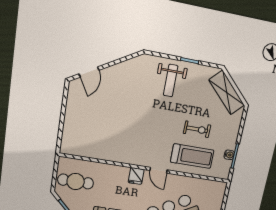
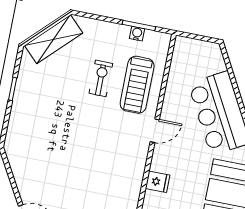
weight bench: (171, 81) -> (37, 114), removed
treadmill: (192, 156) -> (137, 85), turned 180
fridge: (136, 176) -> (158, 182), moved

